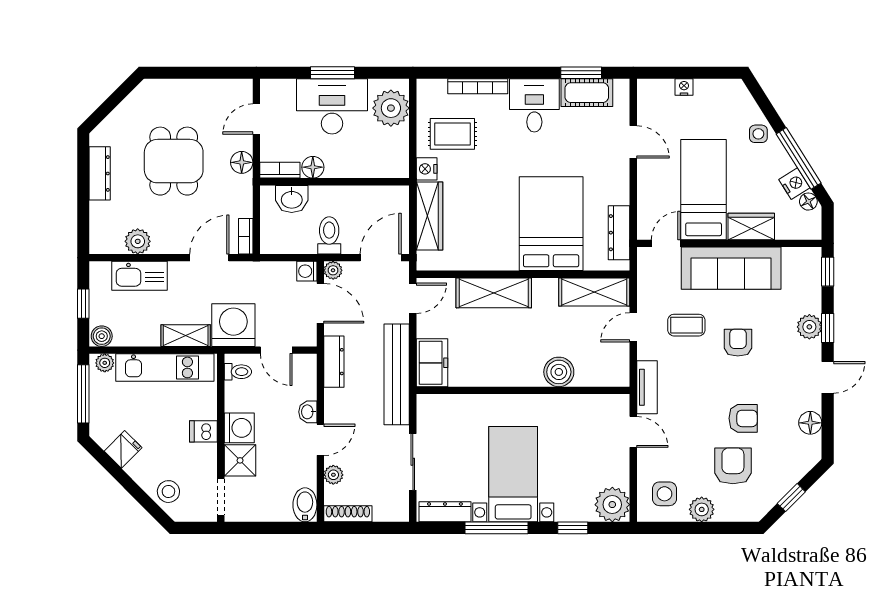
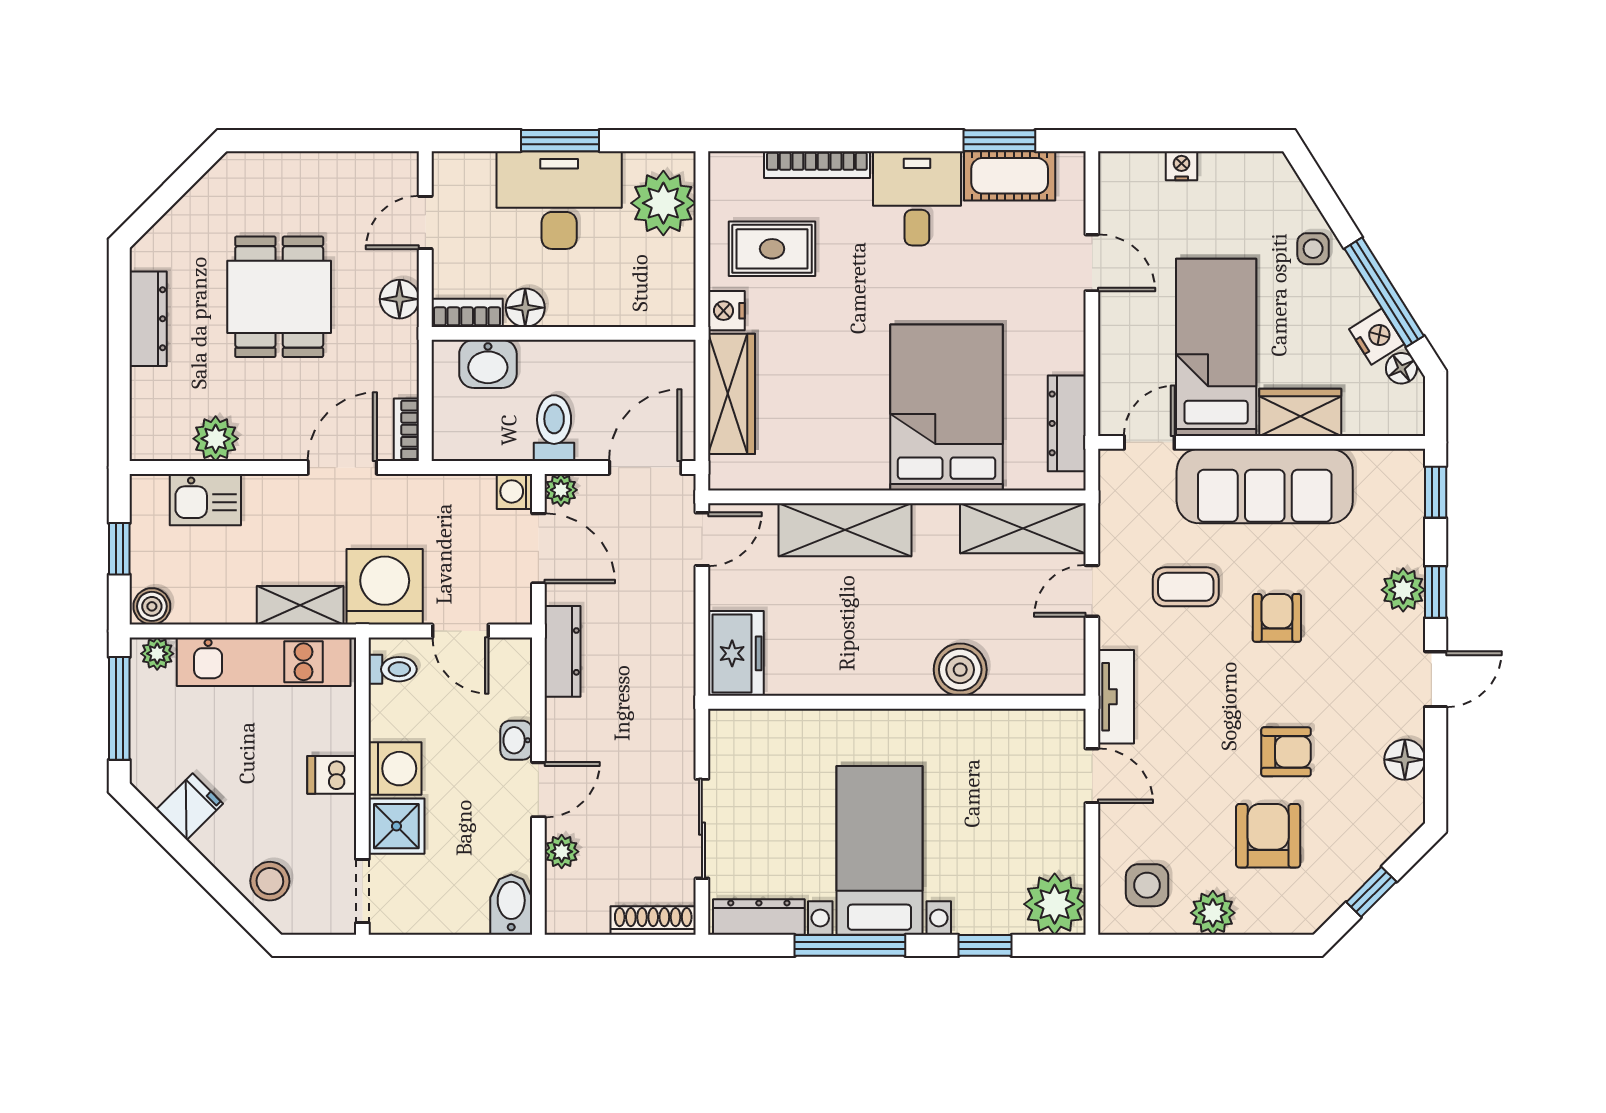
kitchen sink: (140, 276) -> (205, 500), width x0.73
bench: (397, 374) -> (673, 674), removed
shoe rack: (348, 514) -> (653, 921), moved

